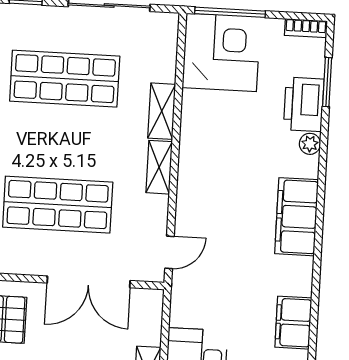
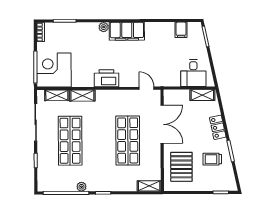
printer: (304, 104) -> (107, 78), moved, turned 180
plant: (310, 144) -> (104, 27), moved
shelving: (159, 167) -> (57, 95), moved
filing cabinet: (293, 323) -> (181, 30), width x0.50

